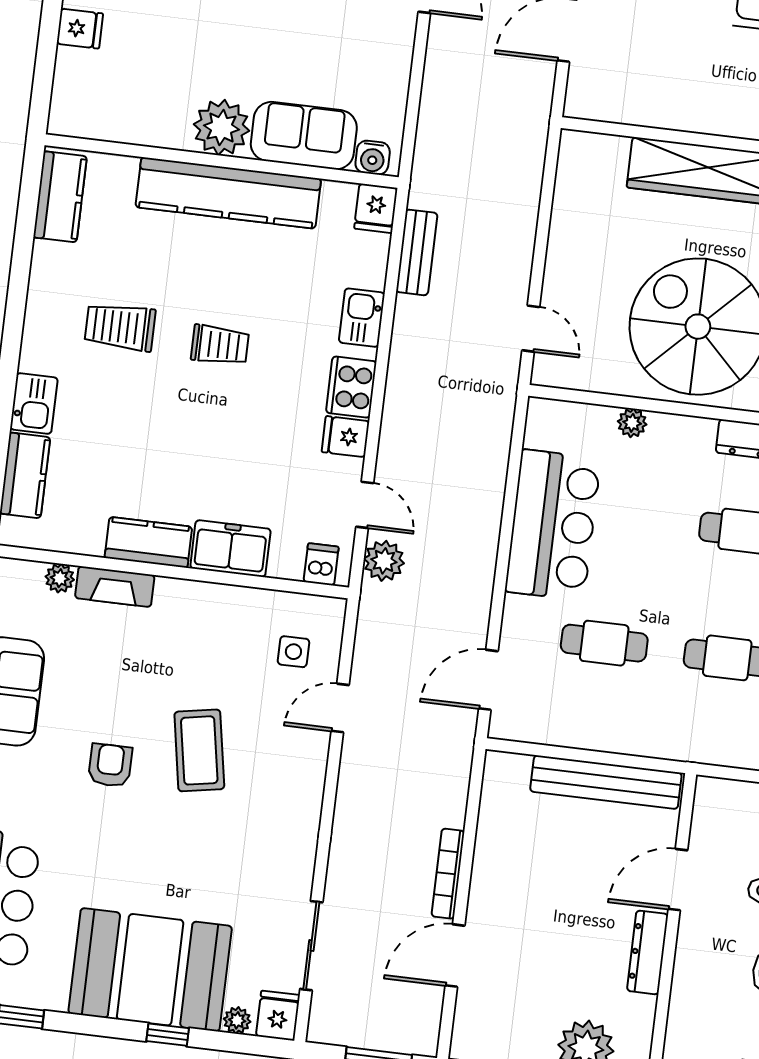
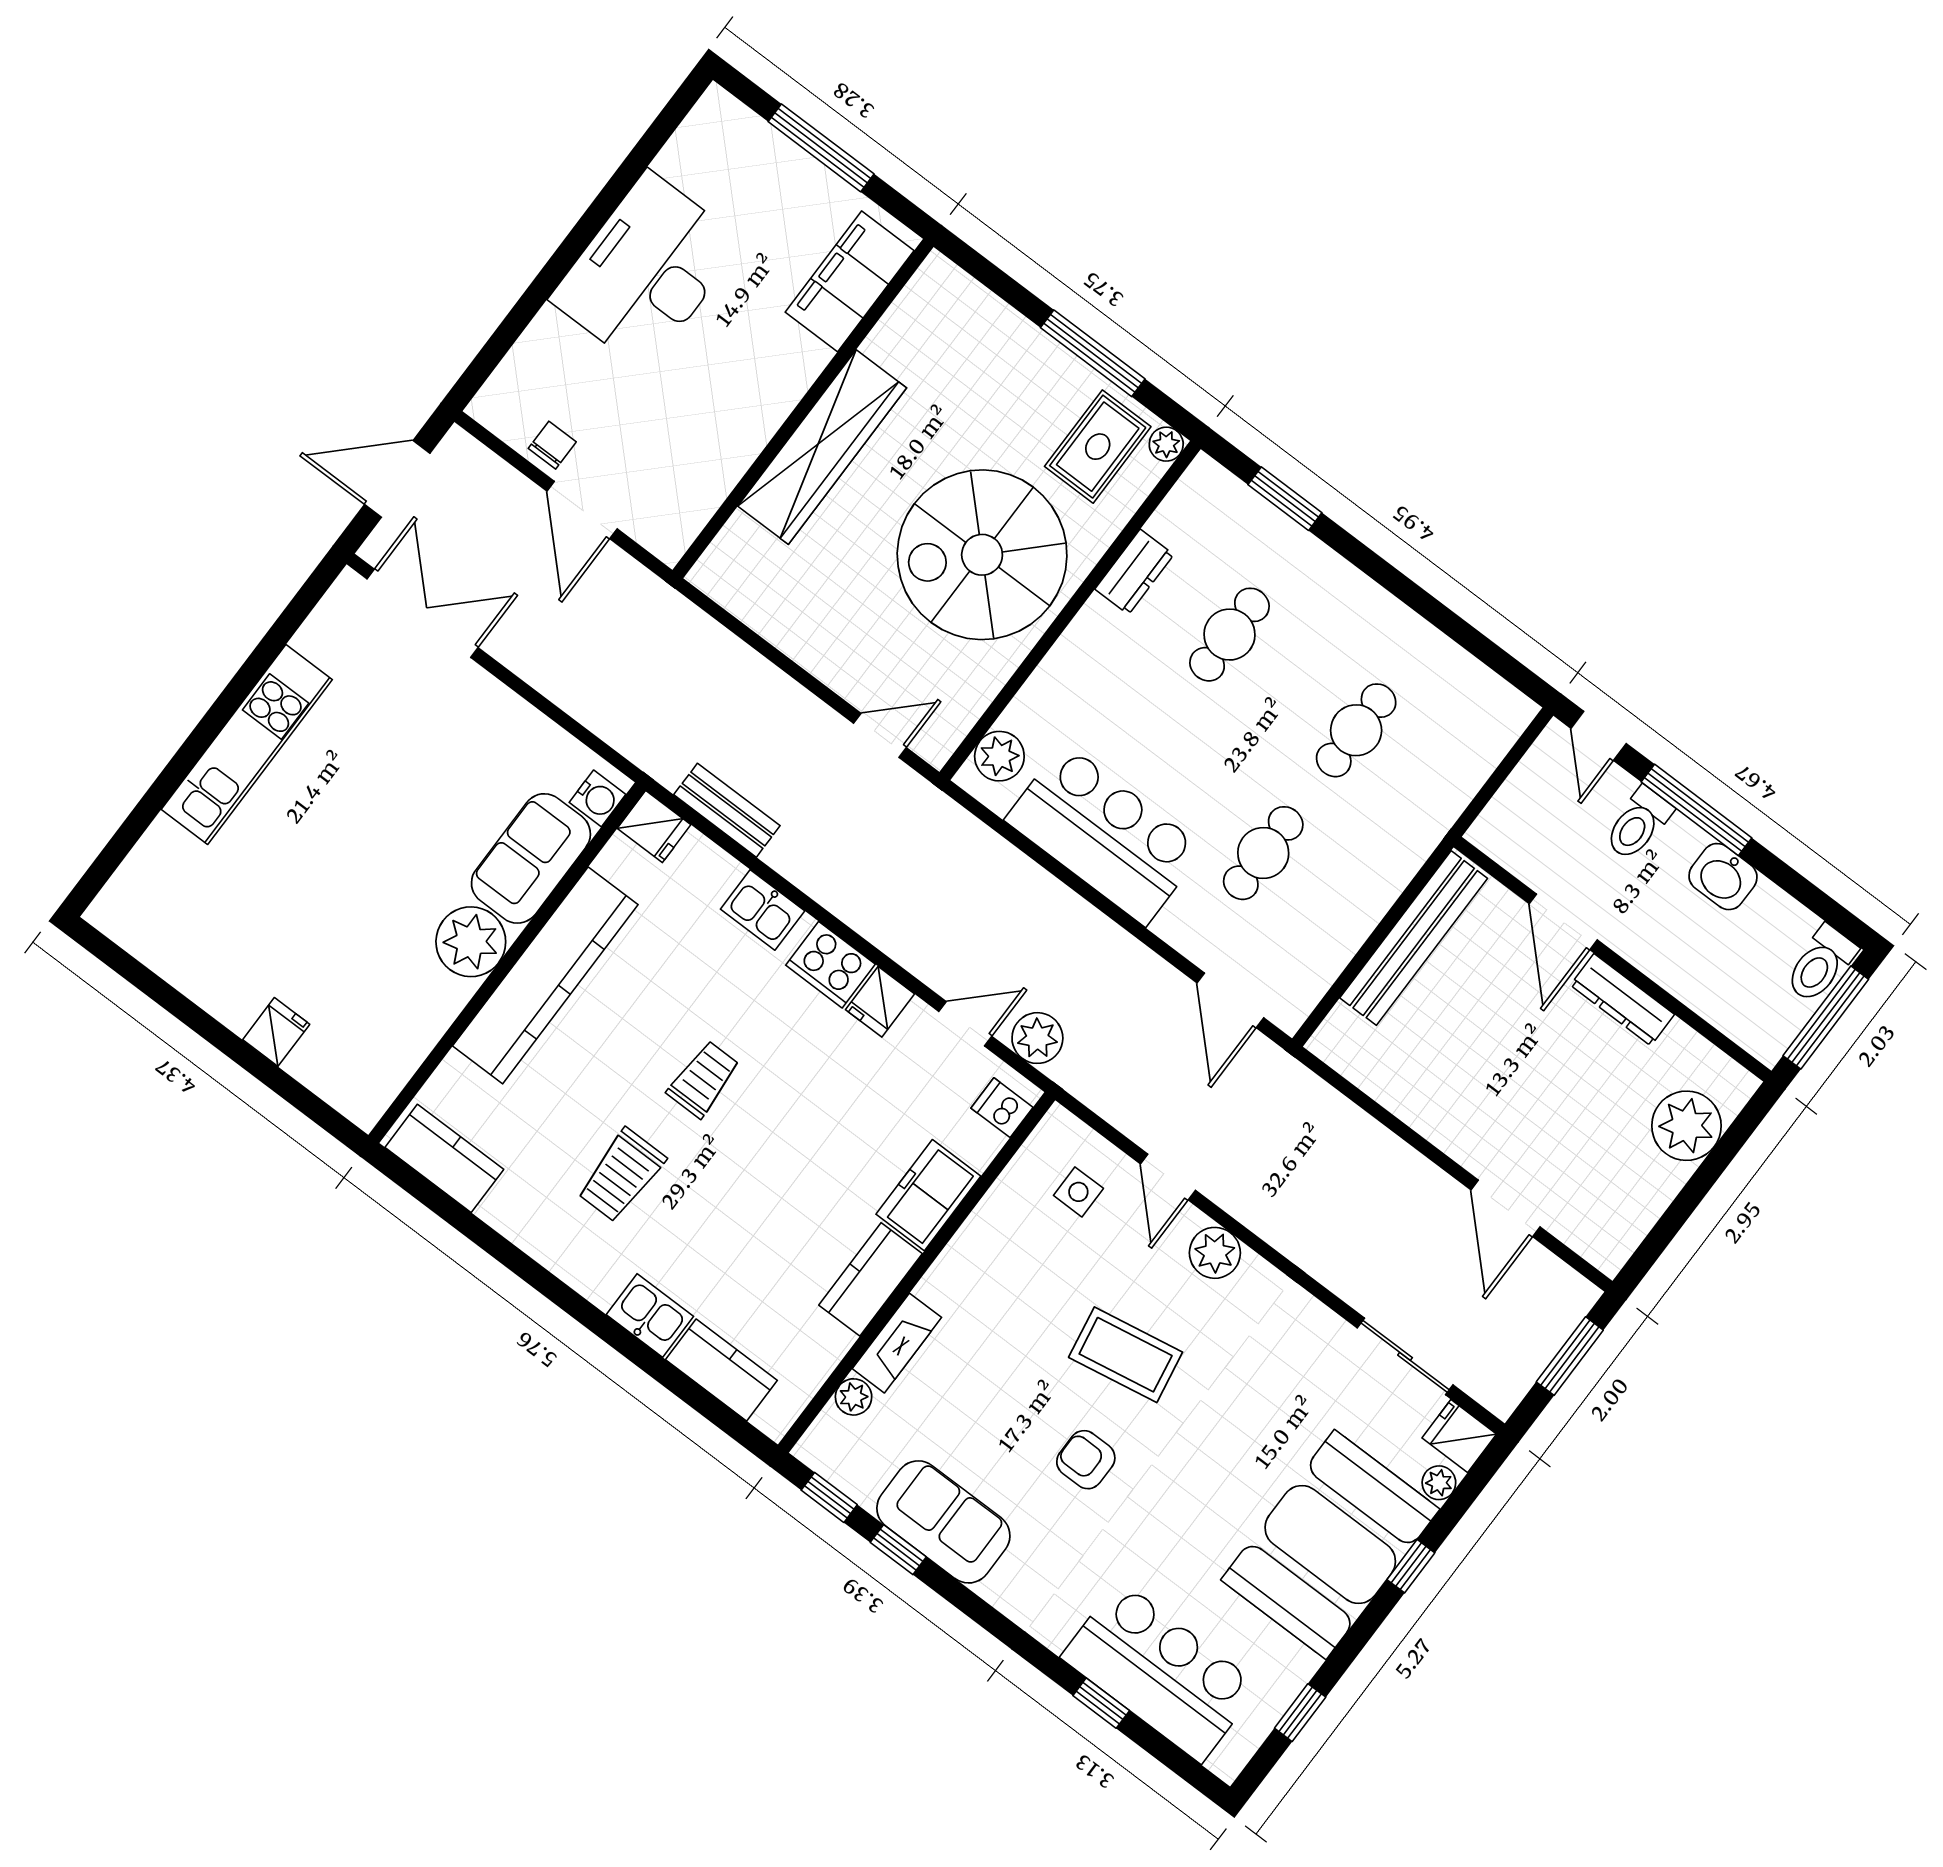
plant: (632, 423) -> (999, 756), moved, width x1.38, depth x1.38
plant: (306, 771) -> (1215, 1253), added
bookcase: (448, 874) -> (1413, 1165), removed

